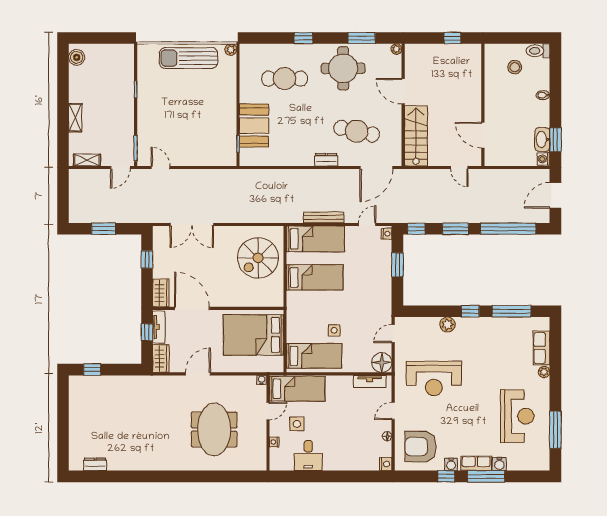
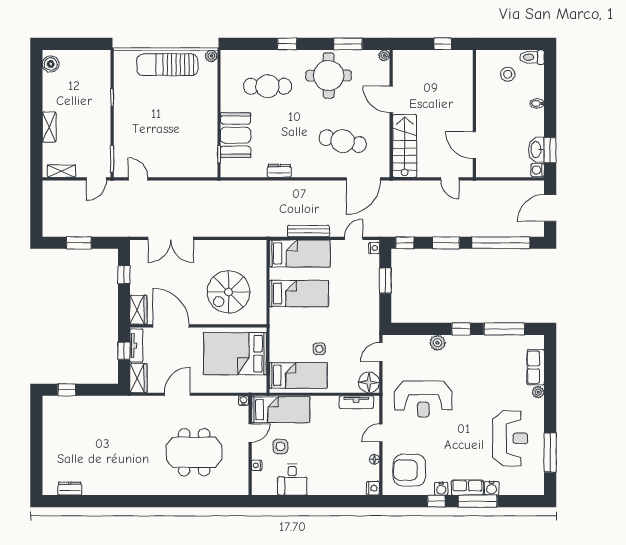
dresser: (326, 160) -> (279, 171), moved
spiral stairs: (258, 258) -> (228, 292), moved
meeting table: (214, 429) -> (194, 452), turned 90

